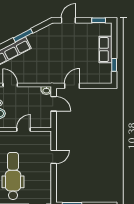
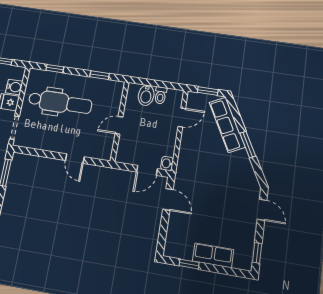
door: (23, 129) -> (119, 125), swing flipped

